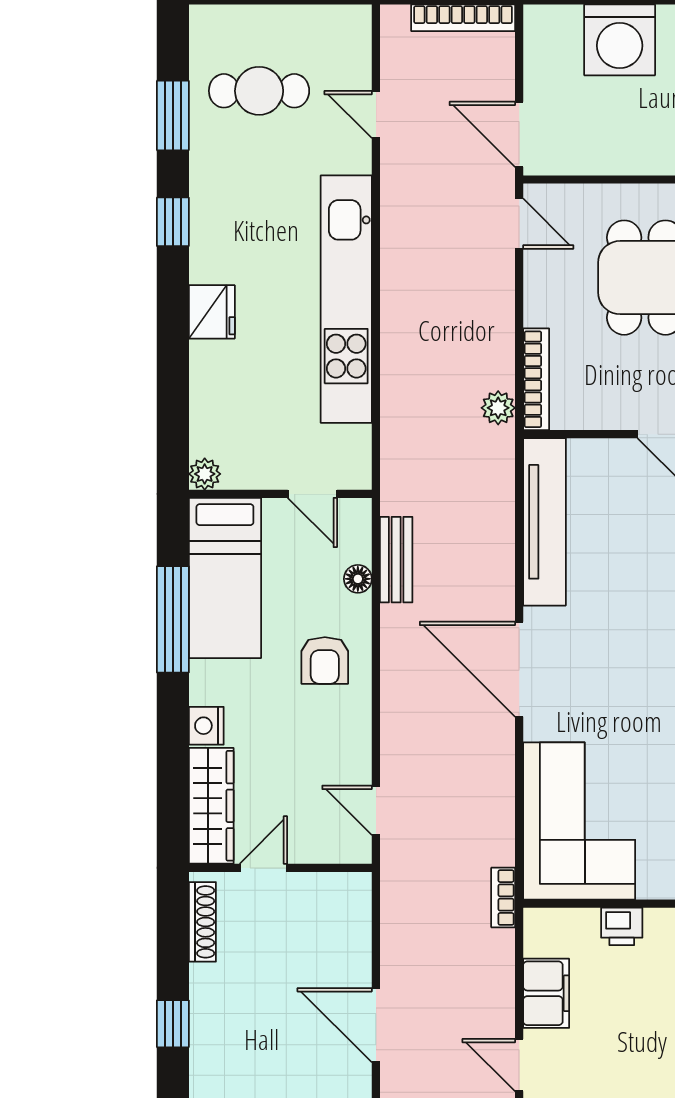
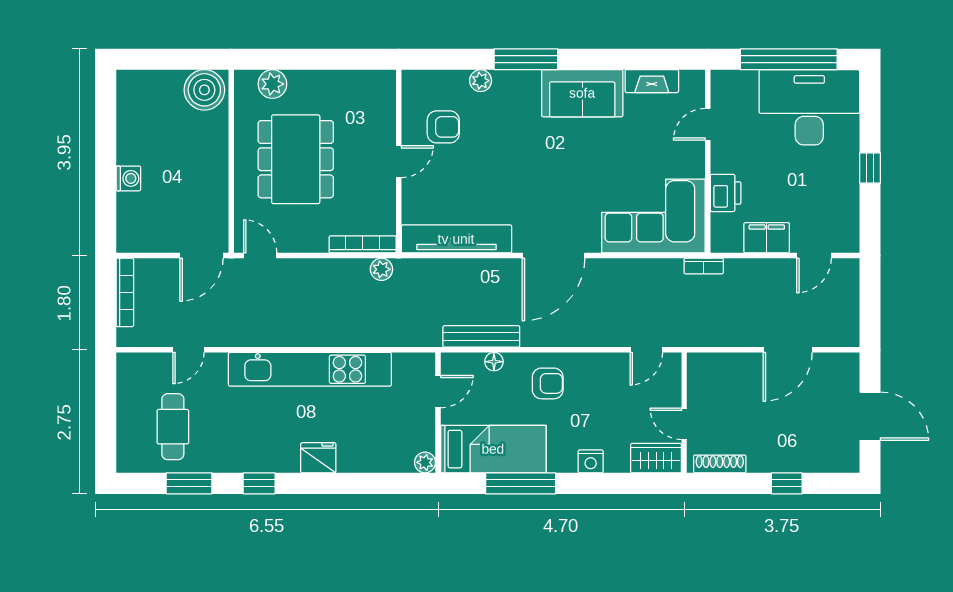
washing machine: (620, 40) -> (128, 178), width x0.53, depth x0.53
door: (519, 224) -> (260, 256), hinge flipped
bench: (396, 560) -> (481, 336), width x1.36
wardrobe: (211, 806) -> (656, 458), width x0.67
printer: (622, 926) -> (726, 193), width x1.36, depth x1.24

